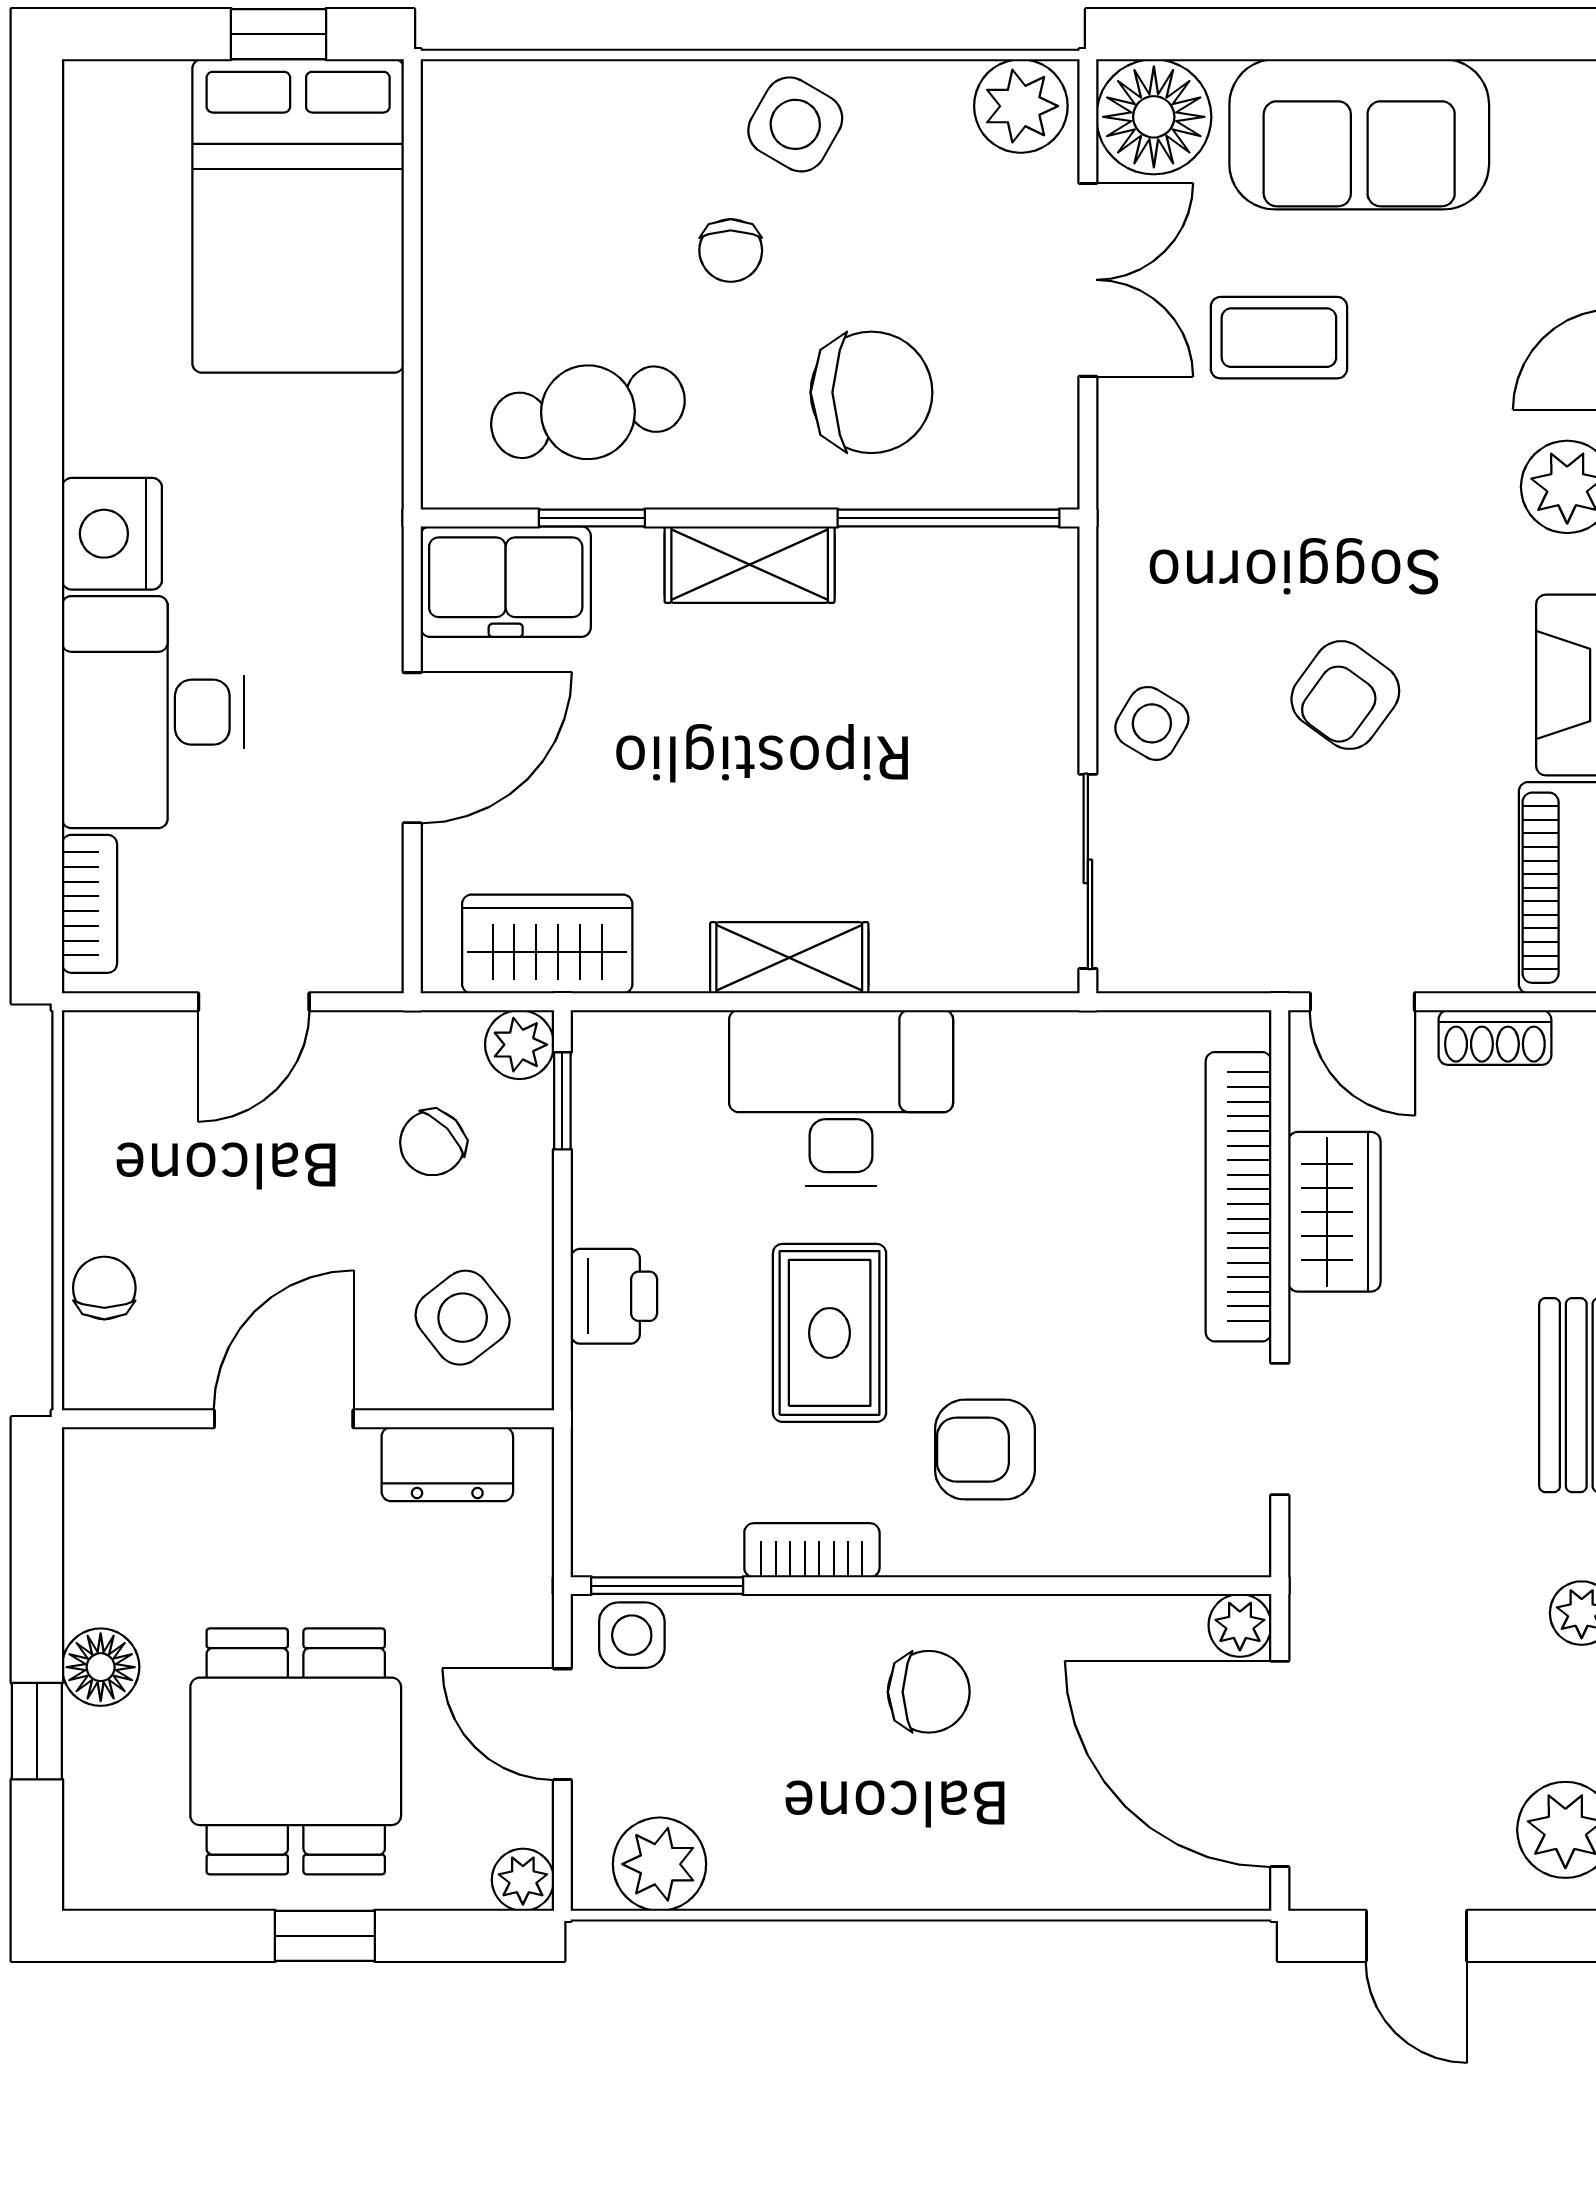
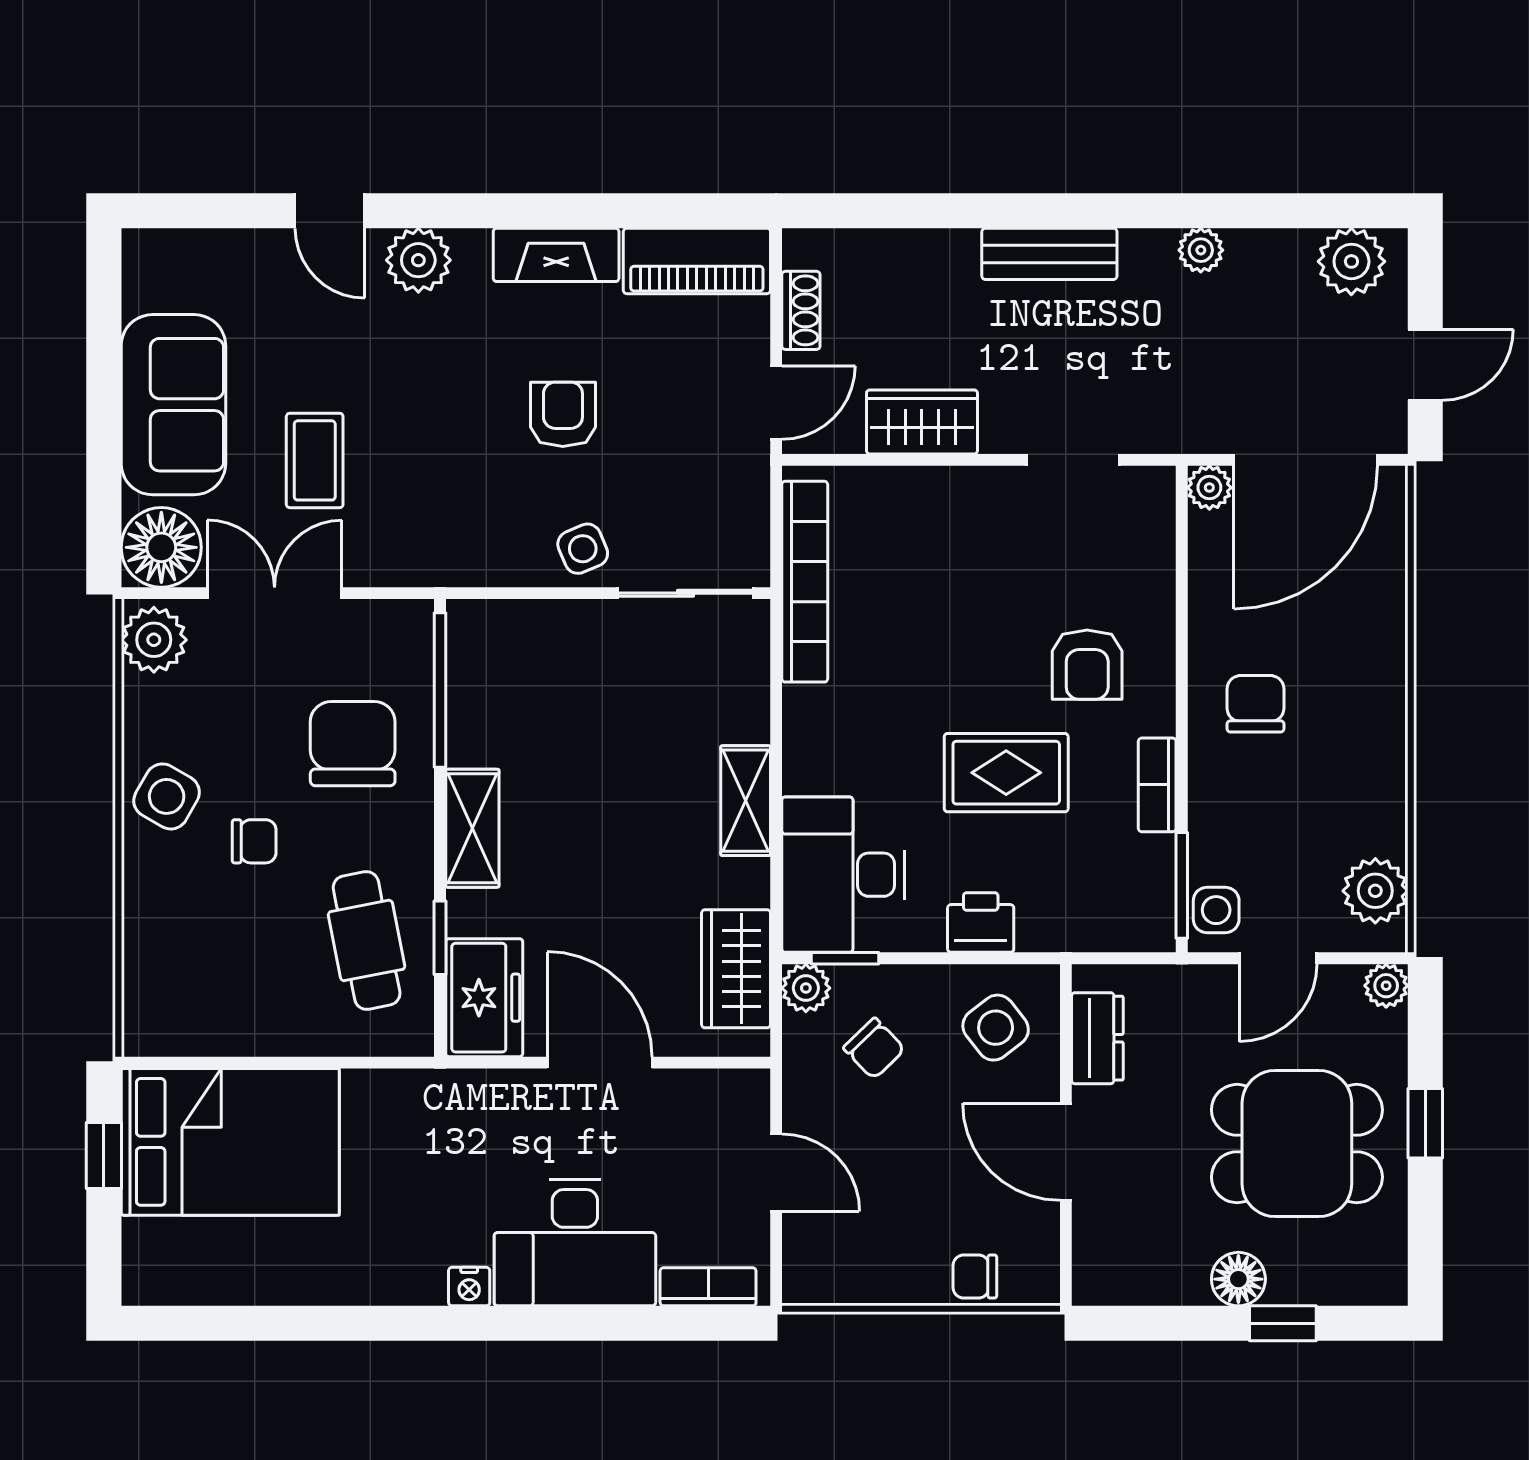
nightstand: (112, 534) -> (469, 1287), width x0.53, depth x0.56
armchair: (1345, 695) -> (563, 414), turned -126
side table: (1152, 723) -> (583, 549), turned 36
desk: (841, 1098) -> (843, 875), moved
bookcase: (1239, 1197) -> (805, 582), moved, turned -90

